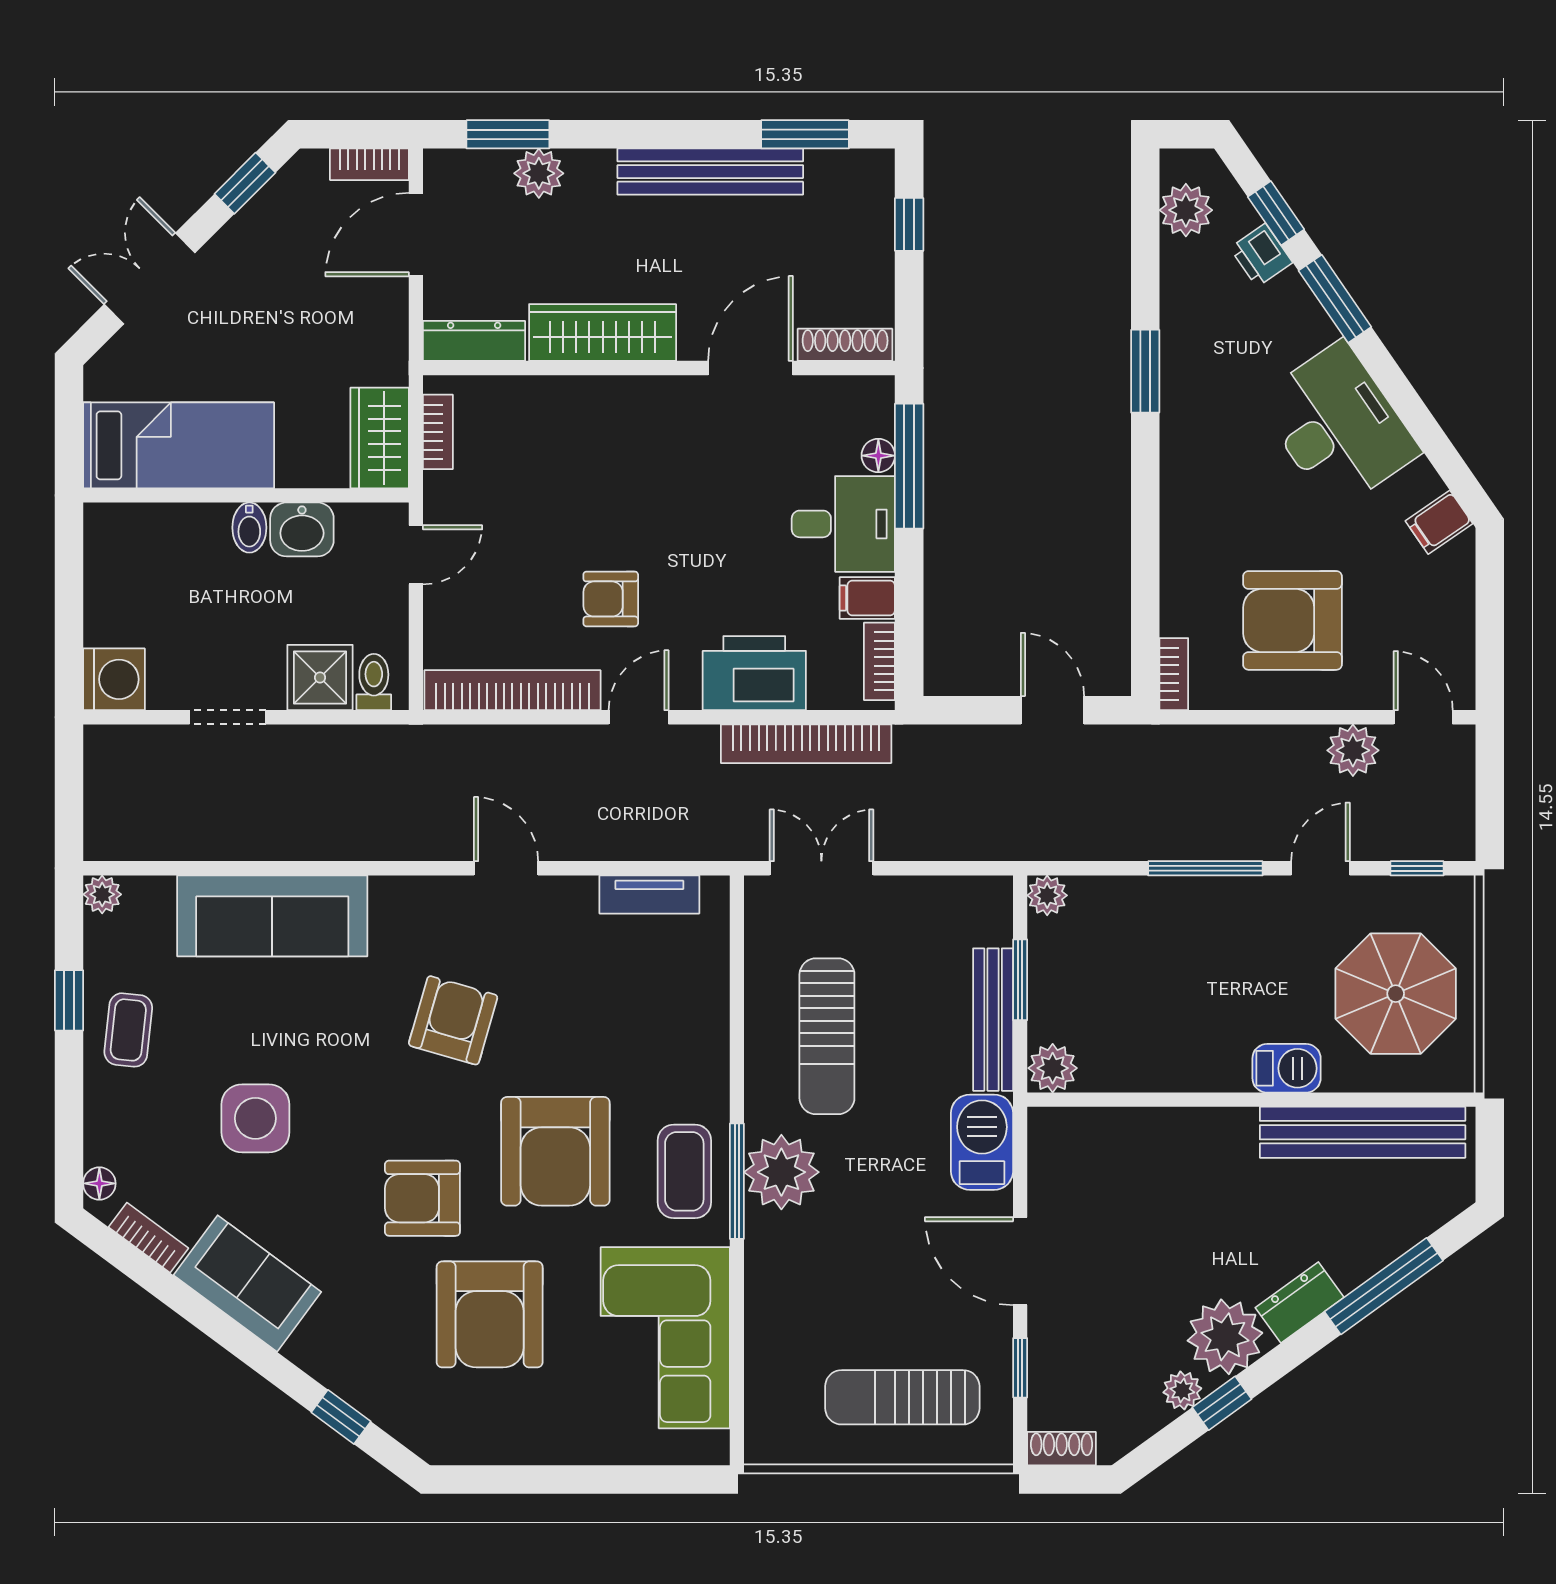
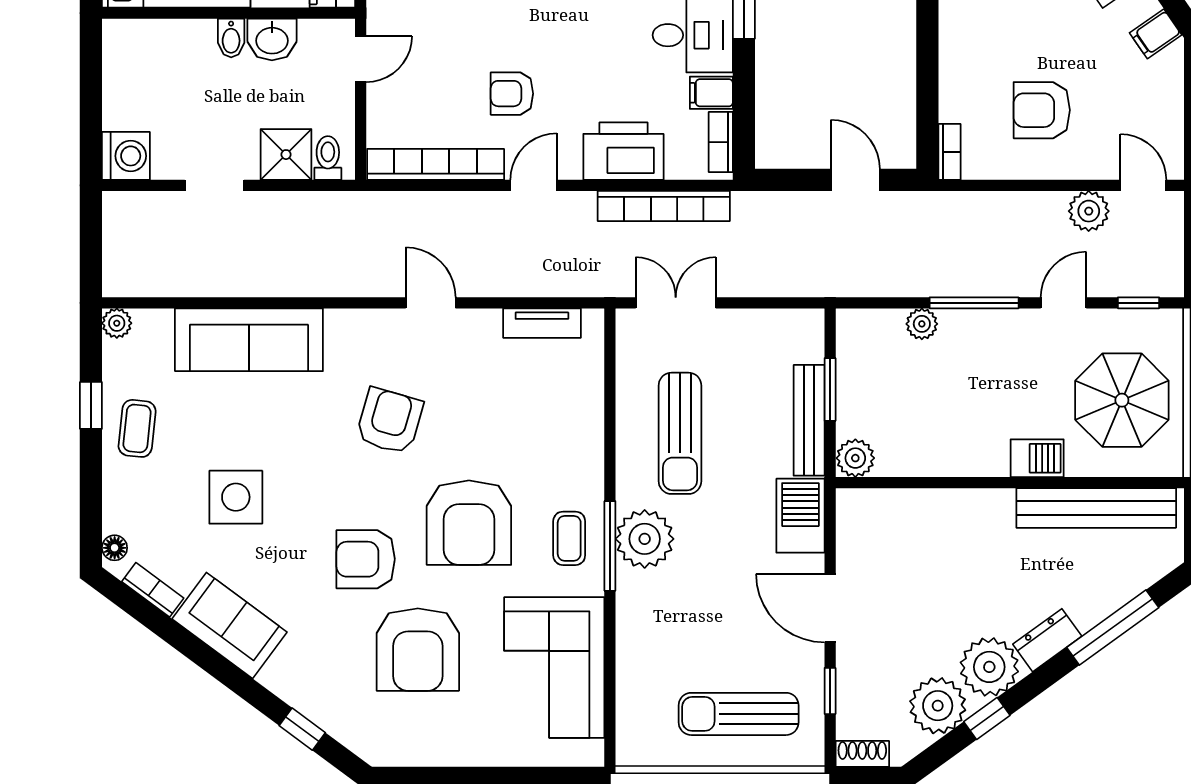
armchair: (1292, 620) -> (1042, 110), width x0.73, depth x0.73
plant: (1047, 895) -> (922, 324), moved
coffee table: (684, 1171) -> (569, 538), width x0.73, depth x0.77
plant: (1182, 1390) -> (938, 706), width x1.88, depth x1.88

